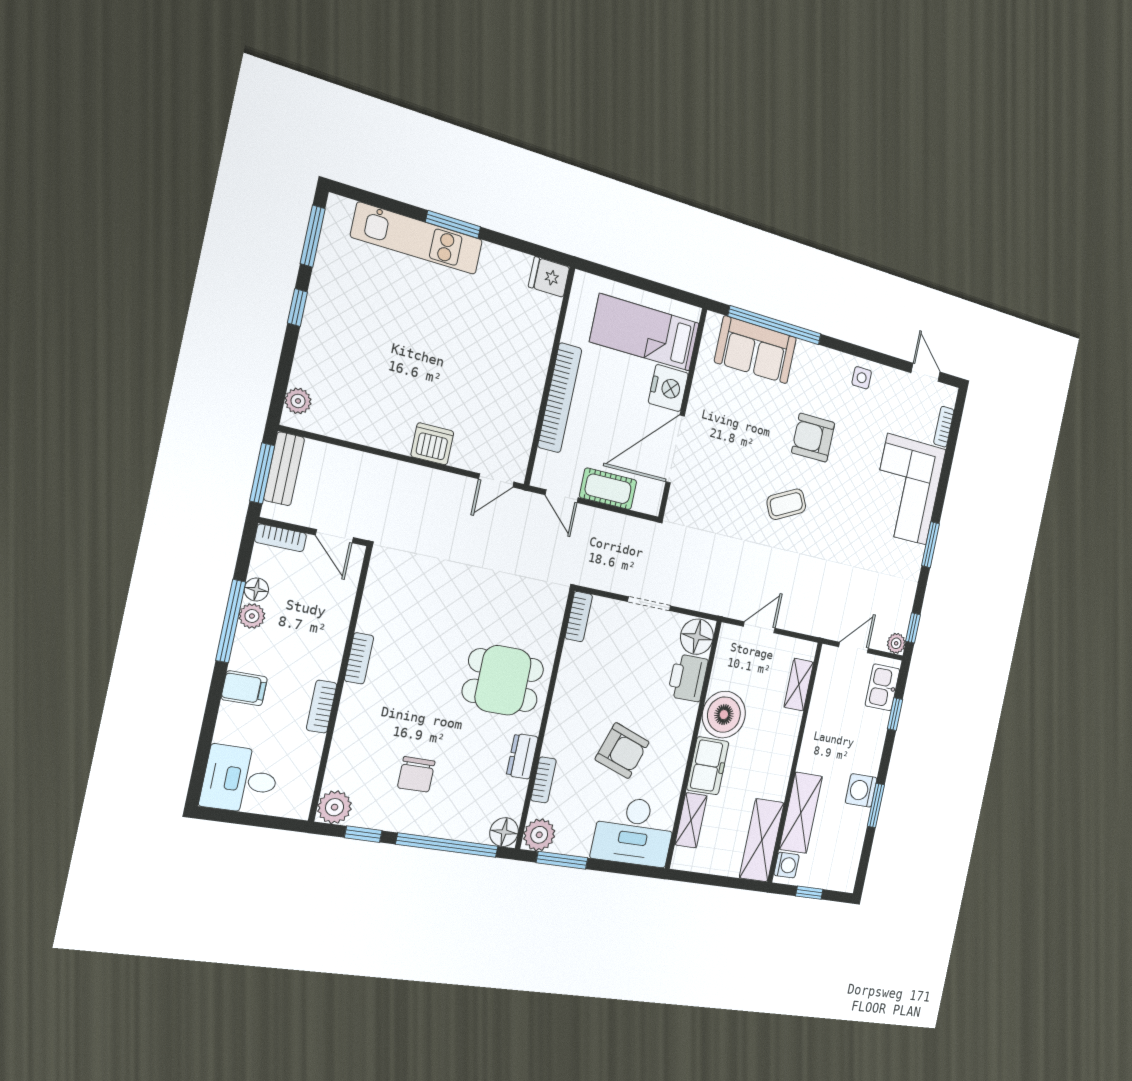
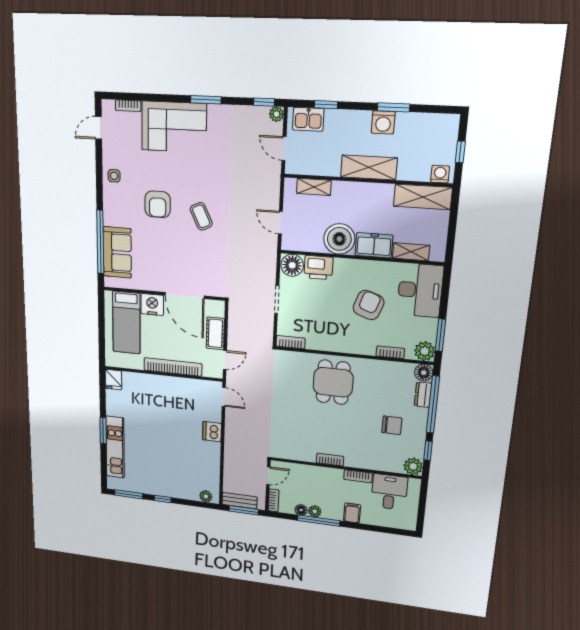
dresser: (522, 756) -> (423, 395), moved, turned 90
desk: (240, 780) -> (389, 492), moved, turned 180
shelving: (801, 813) -> (369, 167), moved

